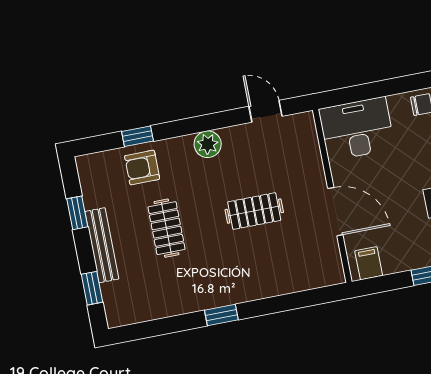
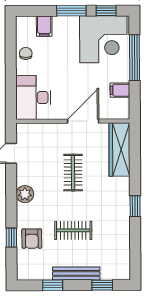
filing cabinet: (369, 263) -> (120, 90), moved
wardrobe: (303, 275) -> (119, 149), added

